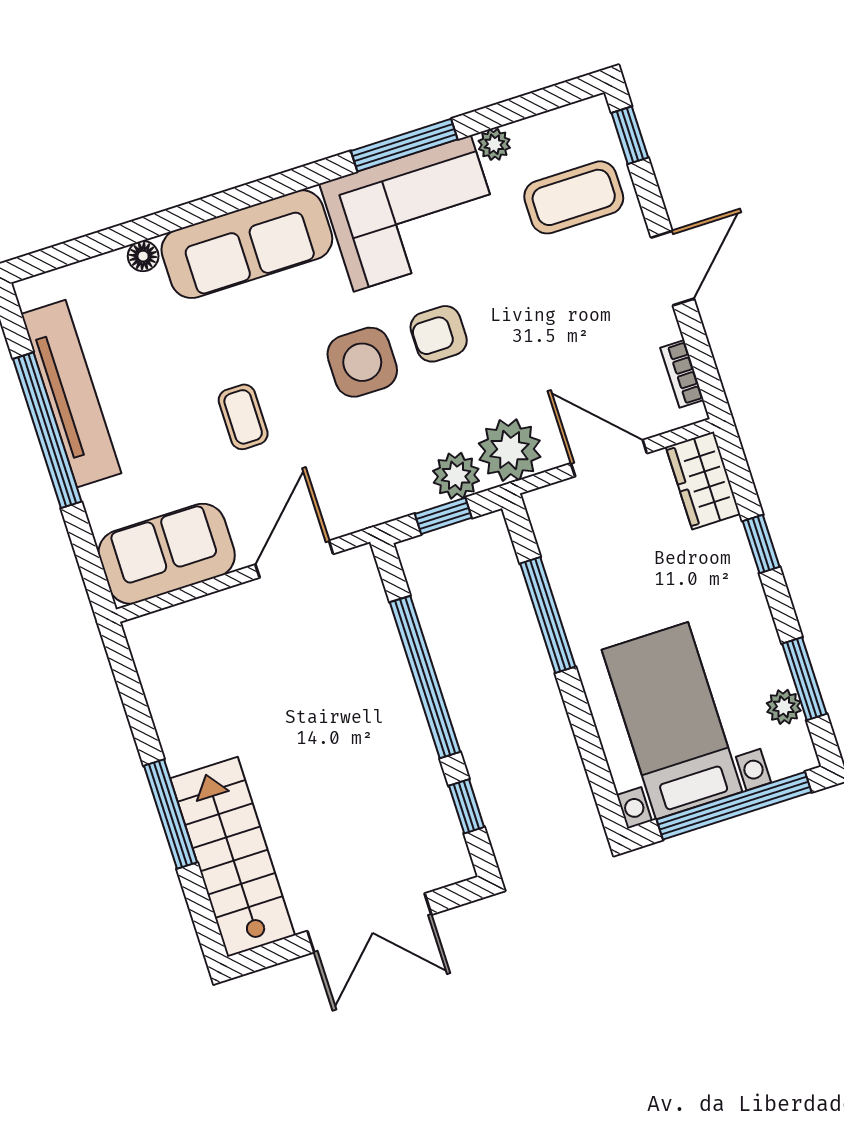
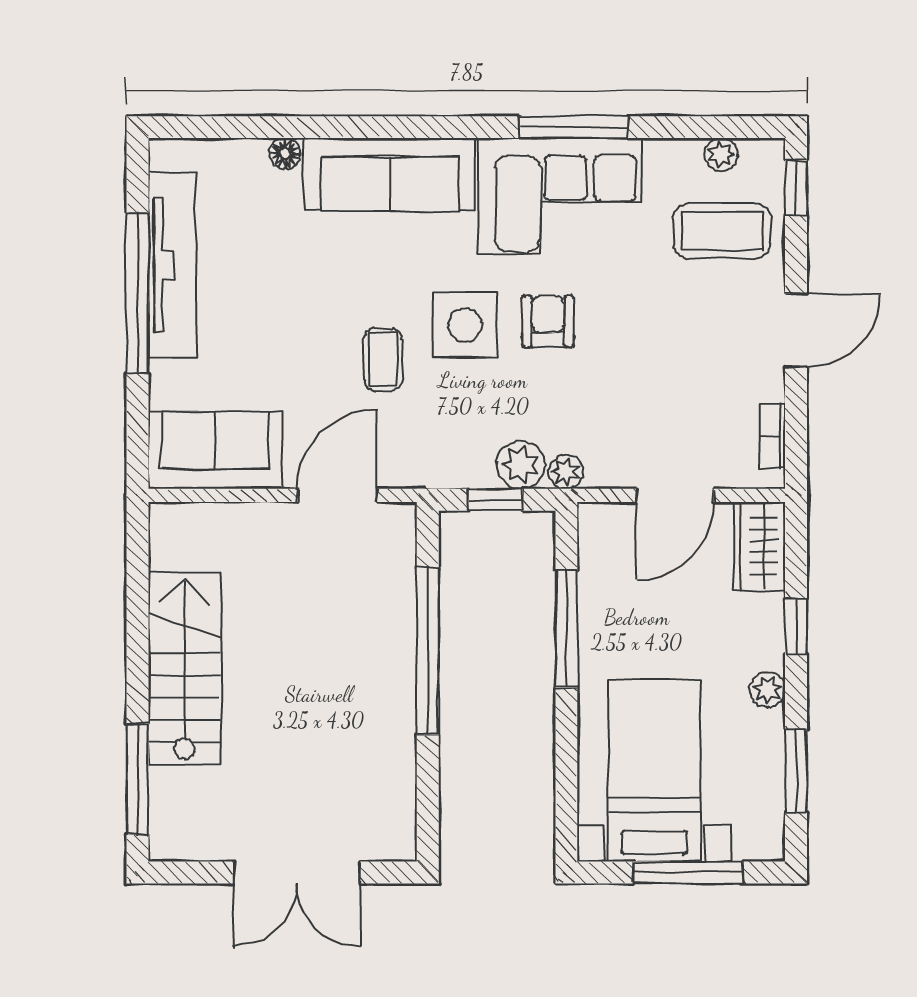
plant: (494, 144) -> (721, 155), moved
armchair: (439, 334) -> (548, 321), turned 90
coffee table: (243, 417) -> (383, 360), moved
plant: (510, 450) -> (566, 472), width x0.53, depth x0.53
door: (609, 458) -> (675, 495), swing flipped
plant: (784, 707) -> (767, 690), moved
window: (467, 806) -> (428, 790), removed
window: (734, 806) -> (688, 872), width x0.68
window: (170, 814) -> (137, 779), moved
stairs: (233, 857) -> (184, 668), moved

